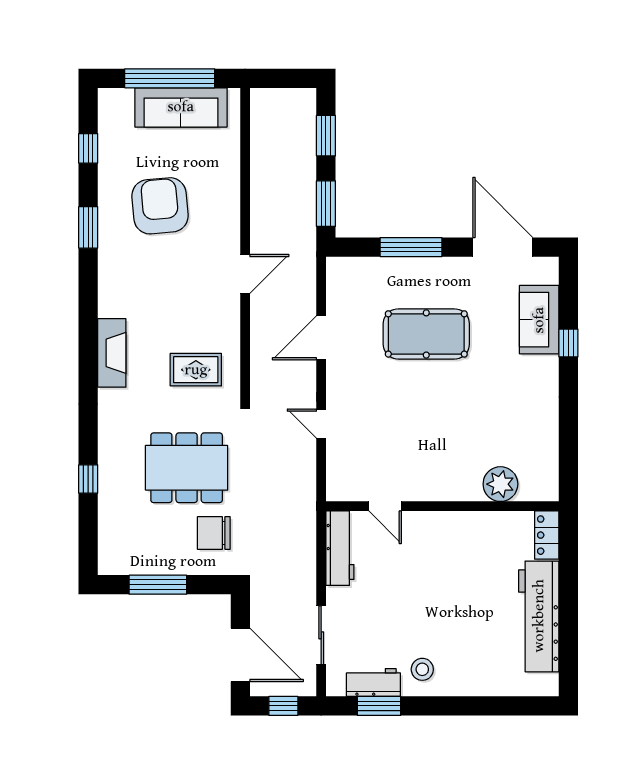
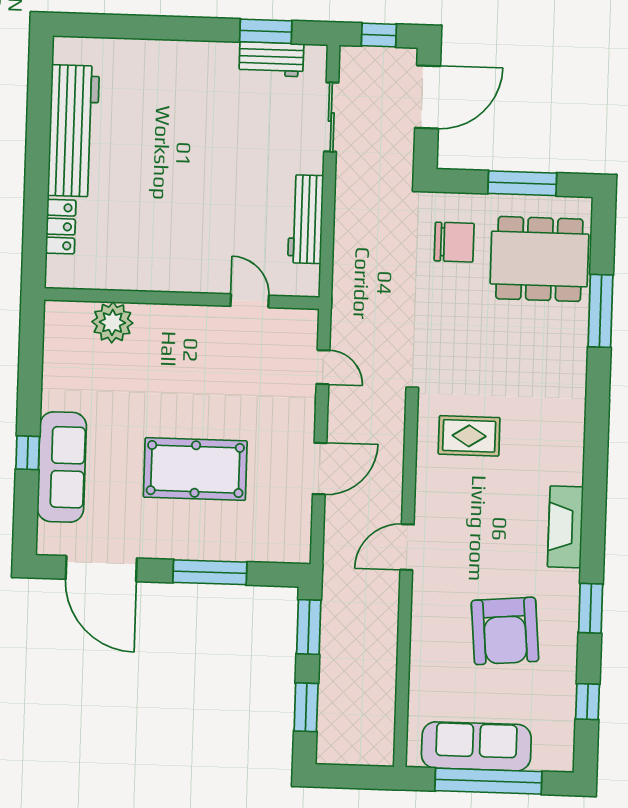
sofa: (539, 320) -> (62, 467), width x1.36
fireplace: (112, 353) -> (565, 527), moved
dining table: (187, 468) -> (539, 259), moved
window: (88, 479) -> (600, 311), width x2.17
plant: (500, 484) -> (112, 322), moved
door: (385, 506) -> (250, 301), moved
wall: (442, 506) -> (182, 299), moved
door: (240, 655) -> (428, 97), swing flipped
stool: (422, 669) -> (213, 73), removed

